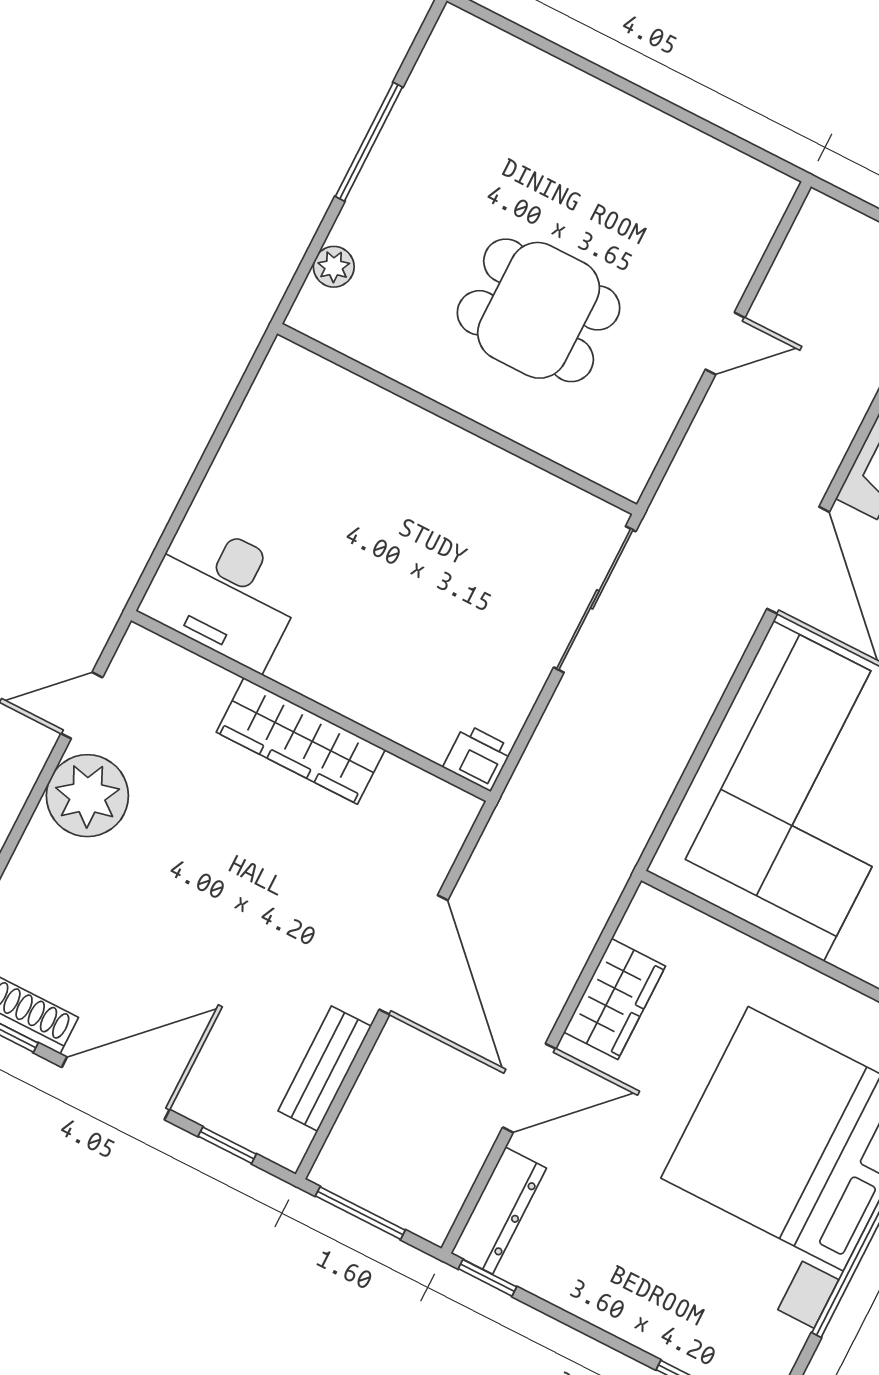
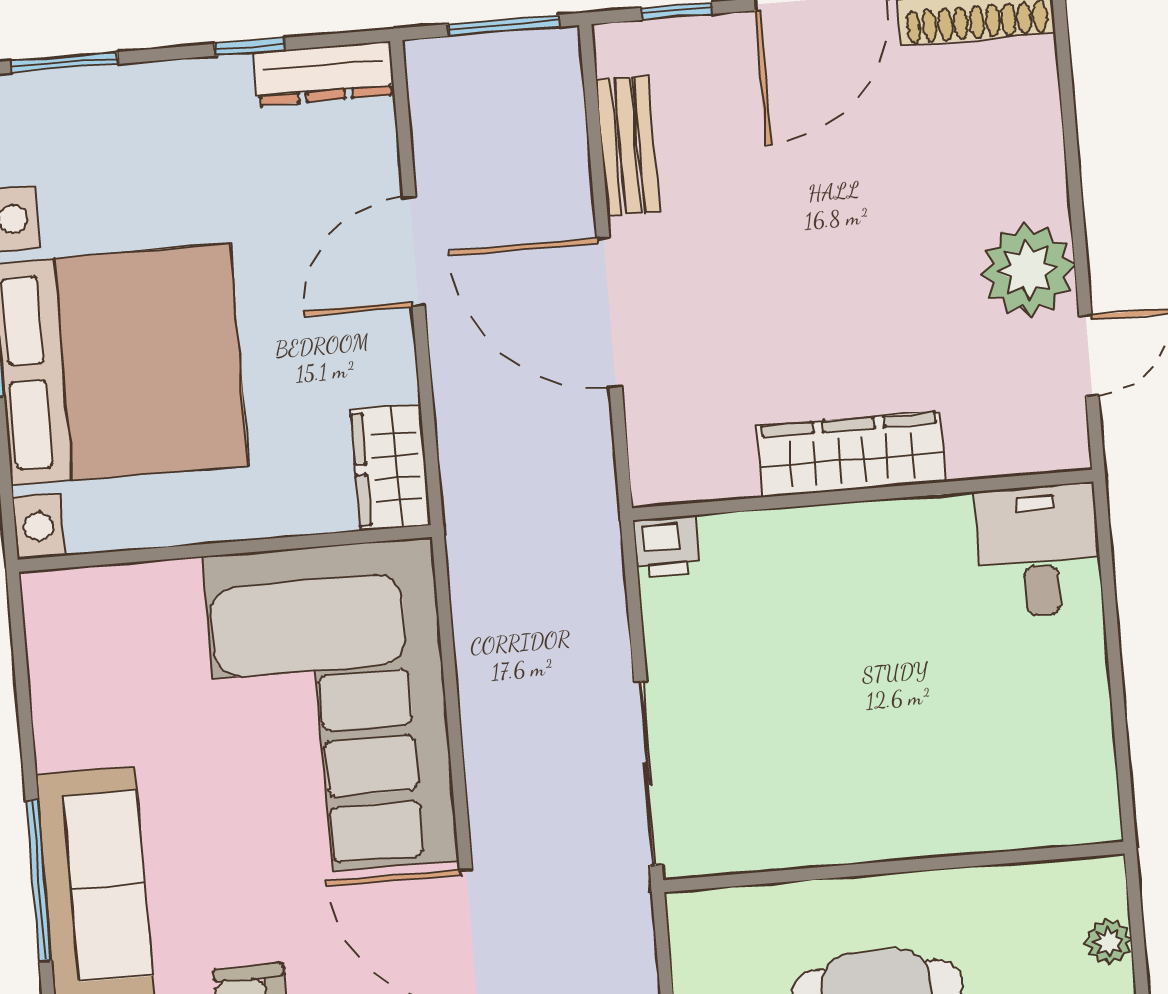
desk: (224, 593) -> (1039, 551), width x0.73
wardrobe: (615, 999) -> (391, 467), moved
dresser: (499, 1211) -> (324, 74), moved, turned -90
window: (487, 1278) -> (250, 47), moved

